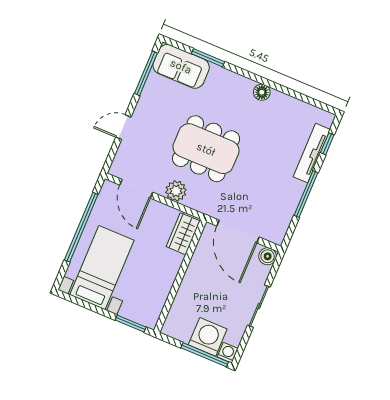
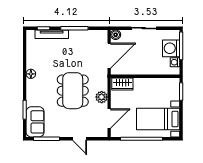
washing machine: (228, 353) -> (175, 62), moved

